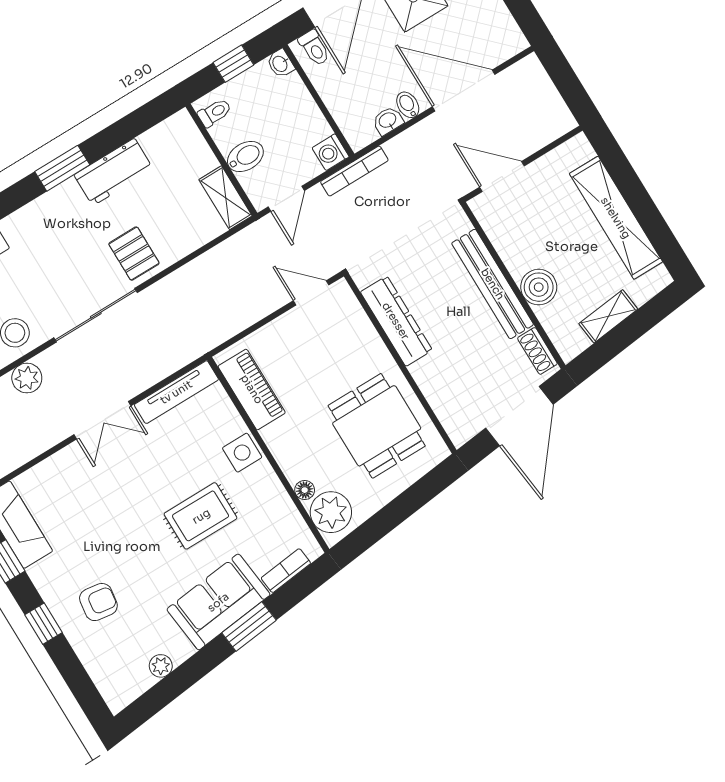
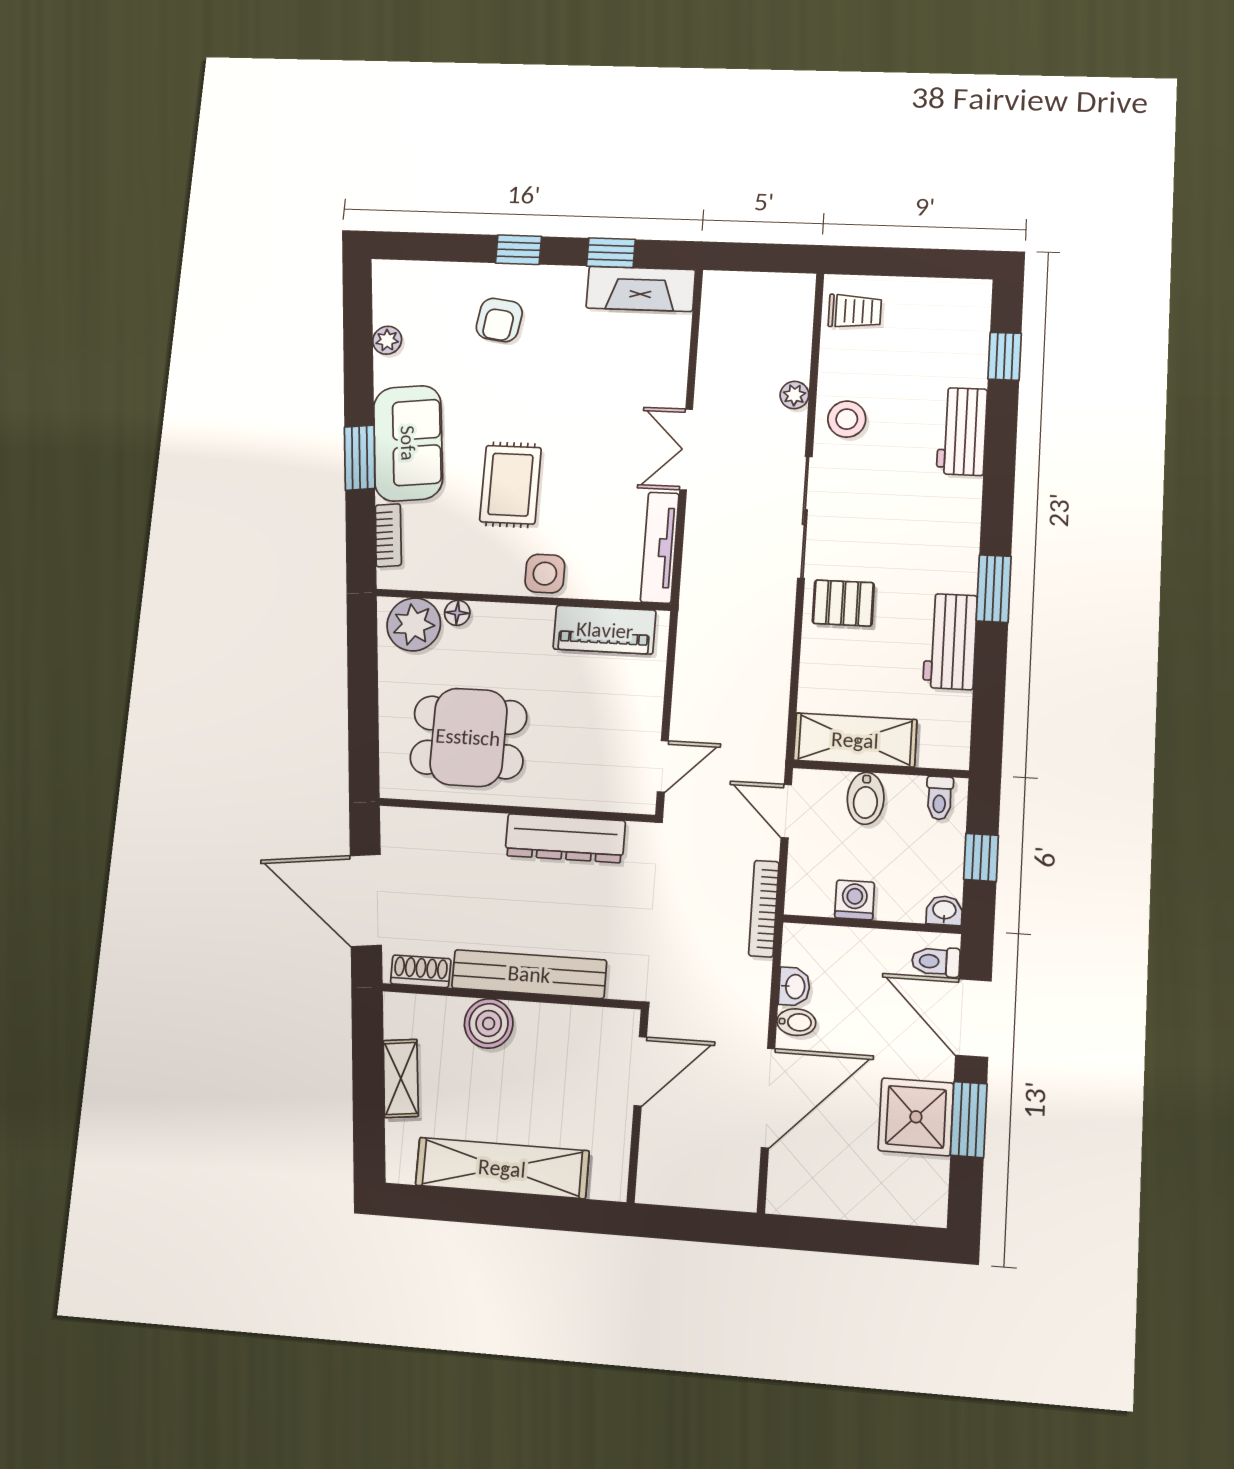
washing machine: (331, 152) -> (855, 900), moved
shelving: (226, 198) -> (855, 740), width x1.50, depth x1.33
plant: (27, 378) -> (794, 395), width x0.73, depth x0.73

